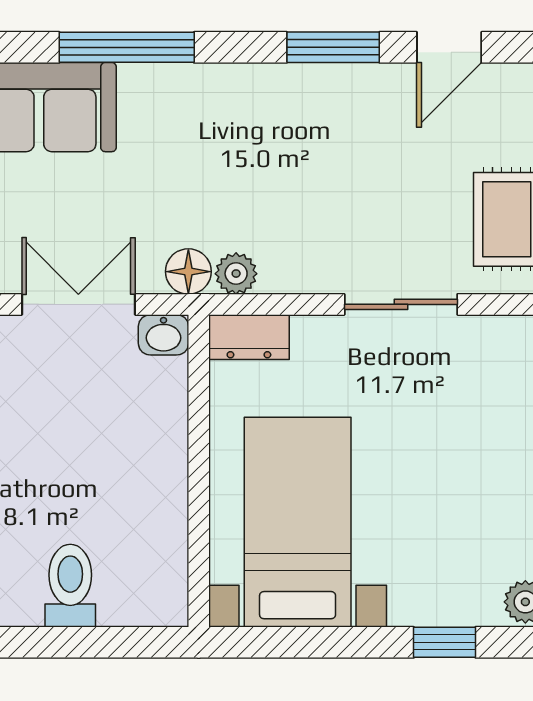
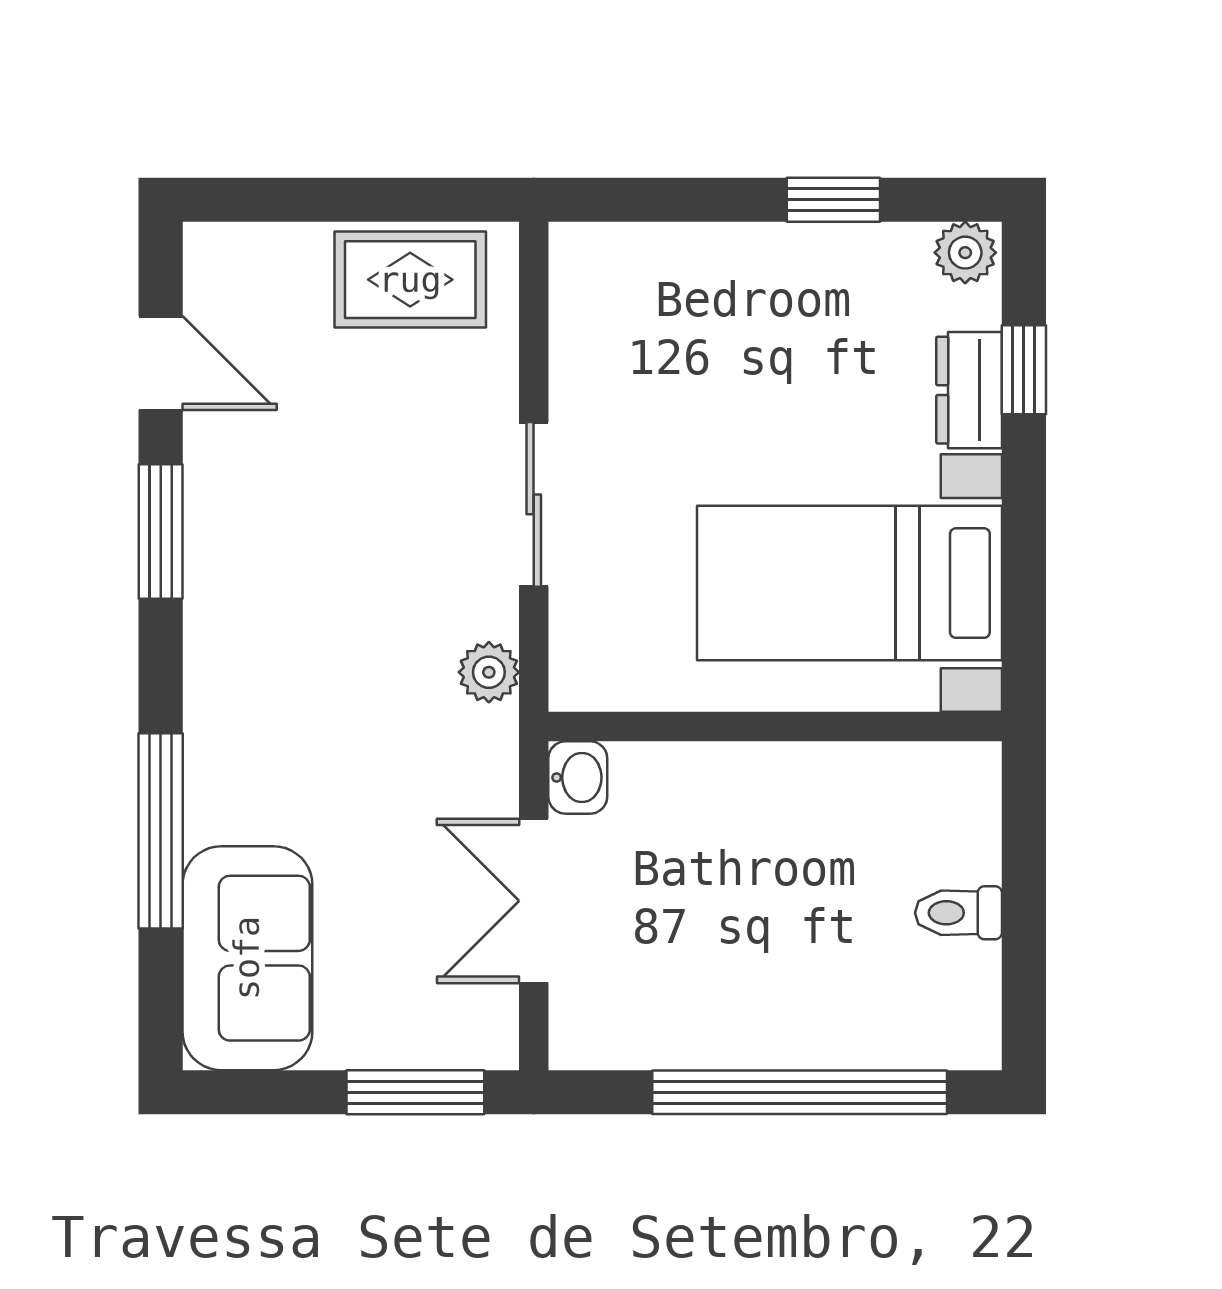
floor lamp: (188, 272) -> (486, 741), removed
sliding door: (401, 304) -> (534, 504), moved
dresser: (249, 337) -> (969, 390), moved, turned 180
toilet: (70, 586) -> (958, 913), width x0.73, depth x0.72

